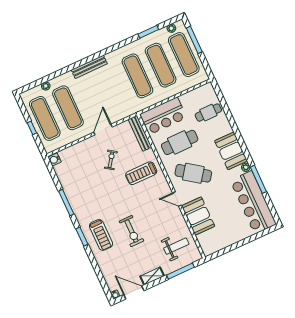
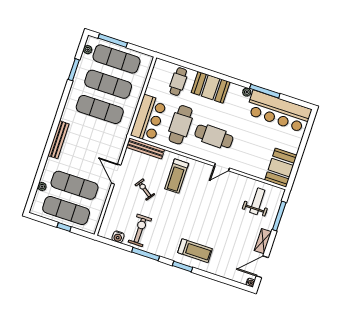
booth: (231, 151) -> (211, 87), moved
water cooler: (55, 160) -> (118, 237), moved
cafe table: (193, 173) -> (214, 136), turned 55
booth: (198, 216) -> (281, 168), moved, turned 90
exercise bike: (131, 231) -> (140, 230), moved, turned -90

